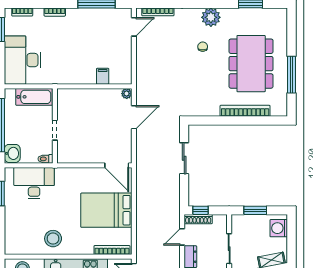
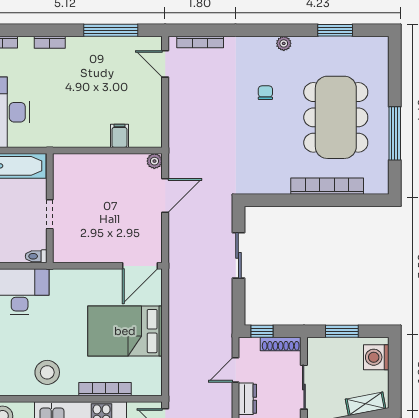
plant: (211, 17) -> (284, 43), width x0.53, depth x0.53
door: (134, 27) -> (165, 64), swing flipped
door: (117, 165) -> (140, 266), hinge flipped
shoe rack: (198, 219) -> (281, 344), moved
bookcase: (112, 250) -> (105, 389), moved

